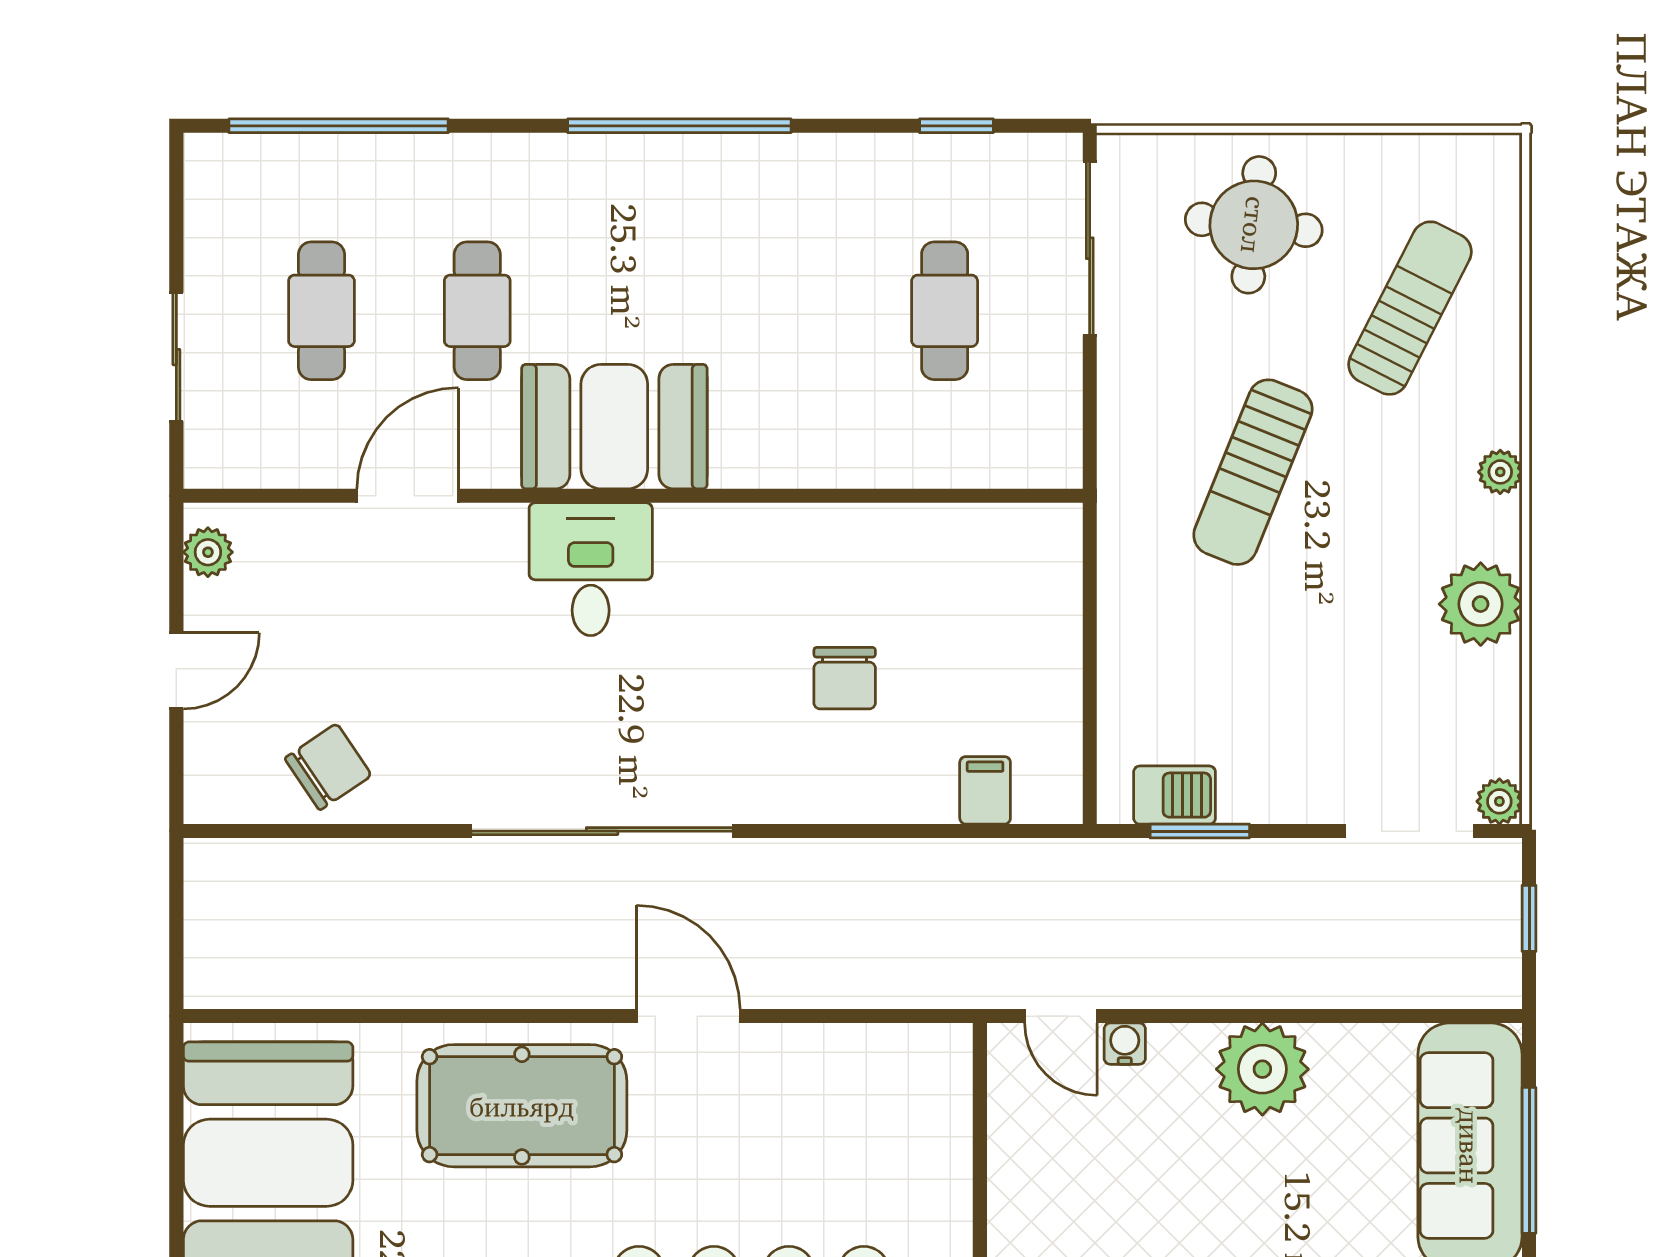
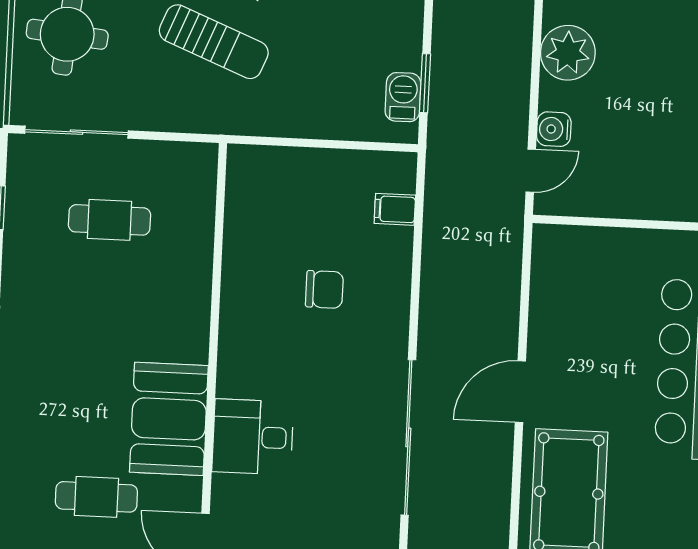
water cooler: (1125, 1044) -> (554, 129), width x1.38, depth x1.38

